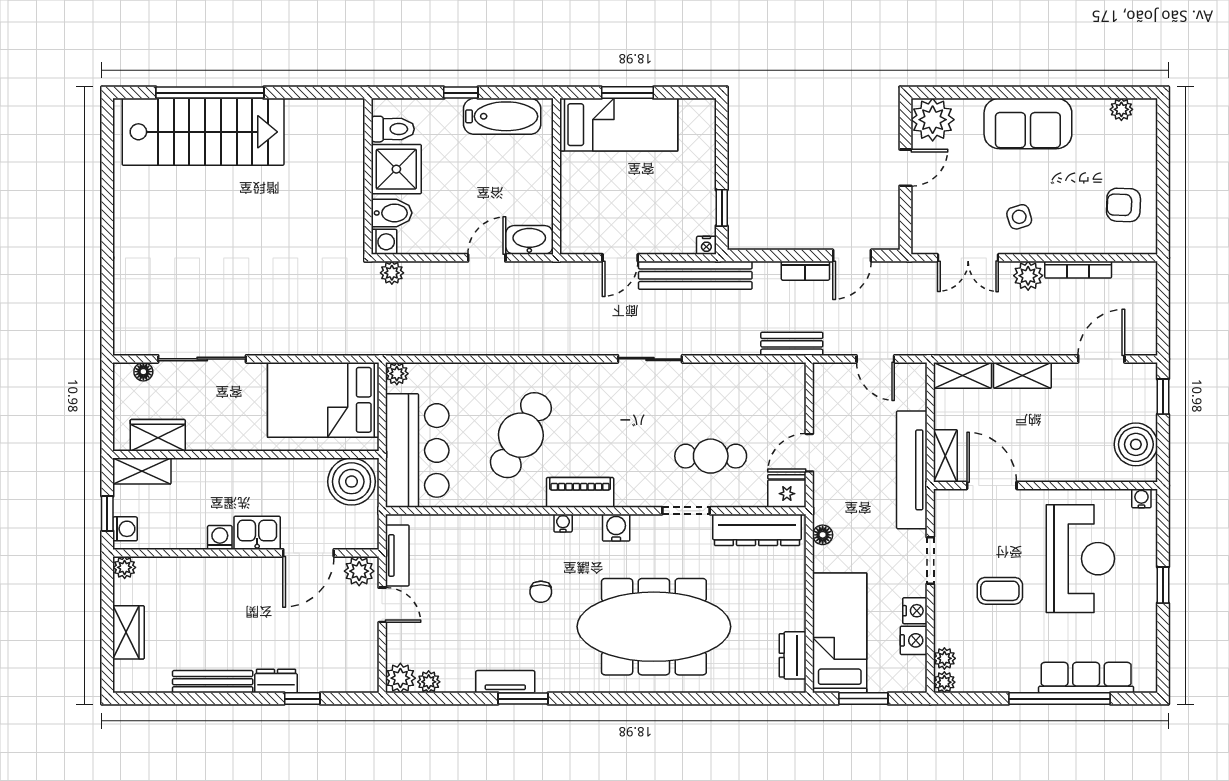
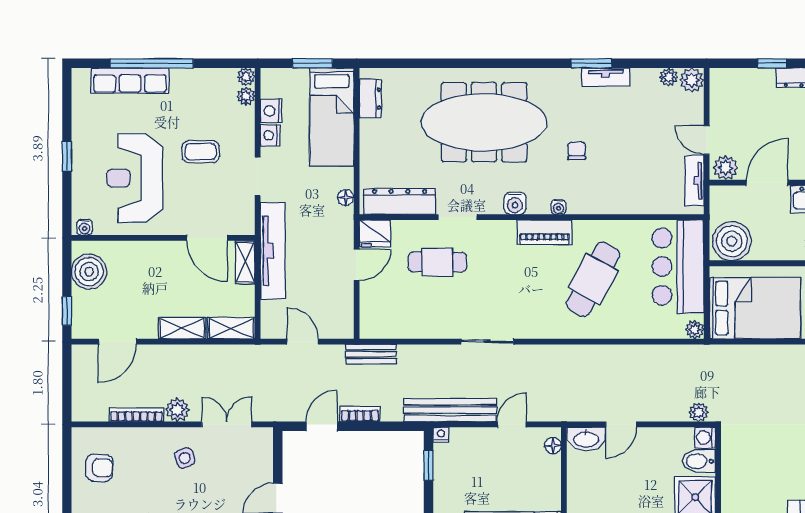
floor lamp: (570, 232) -> (553, 446), added

